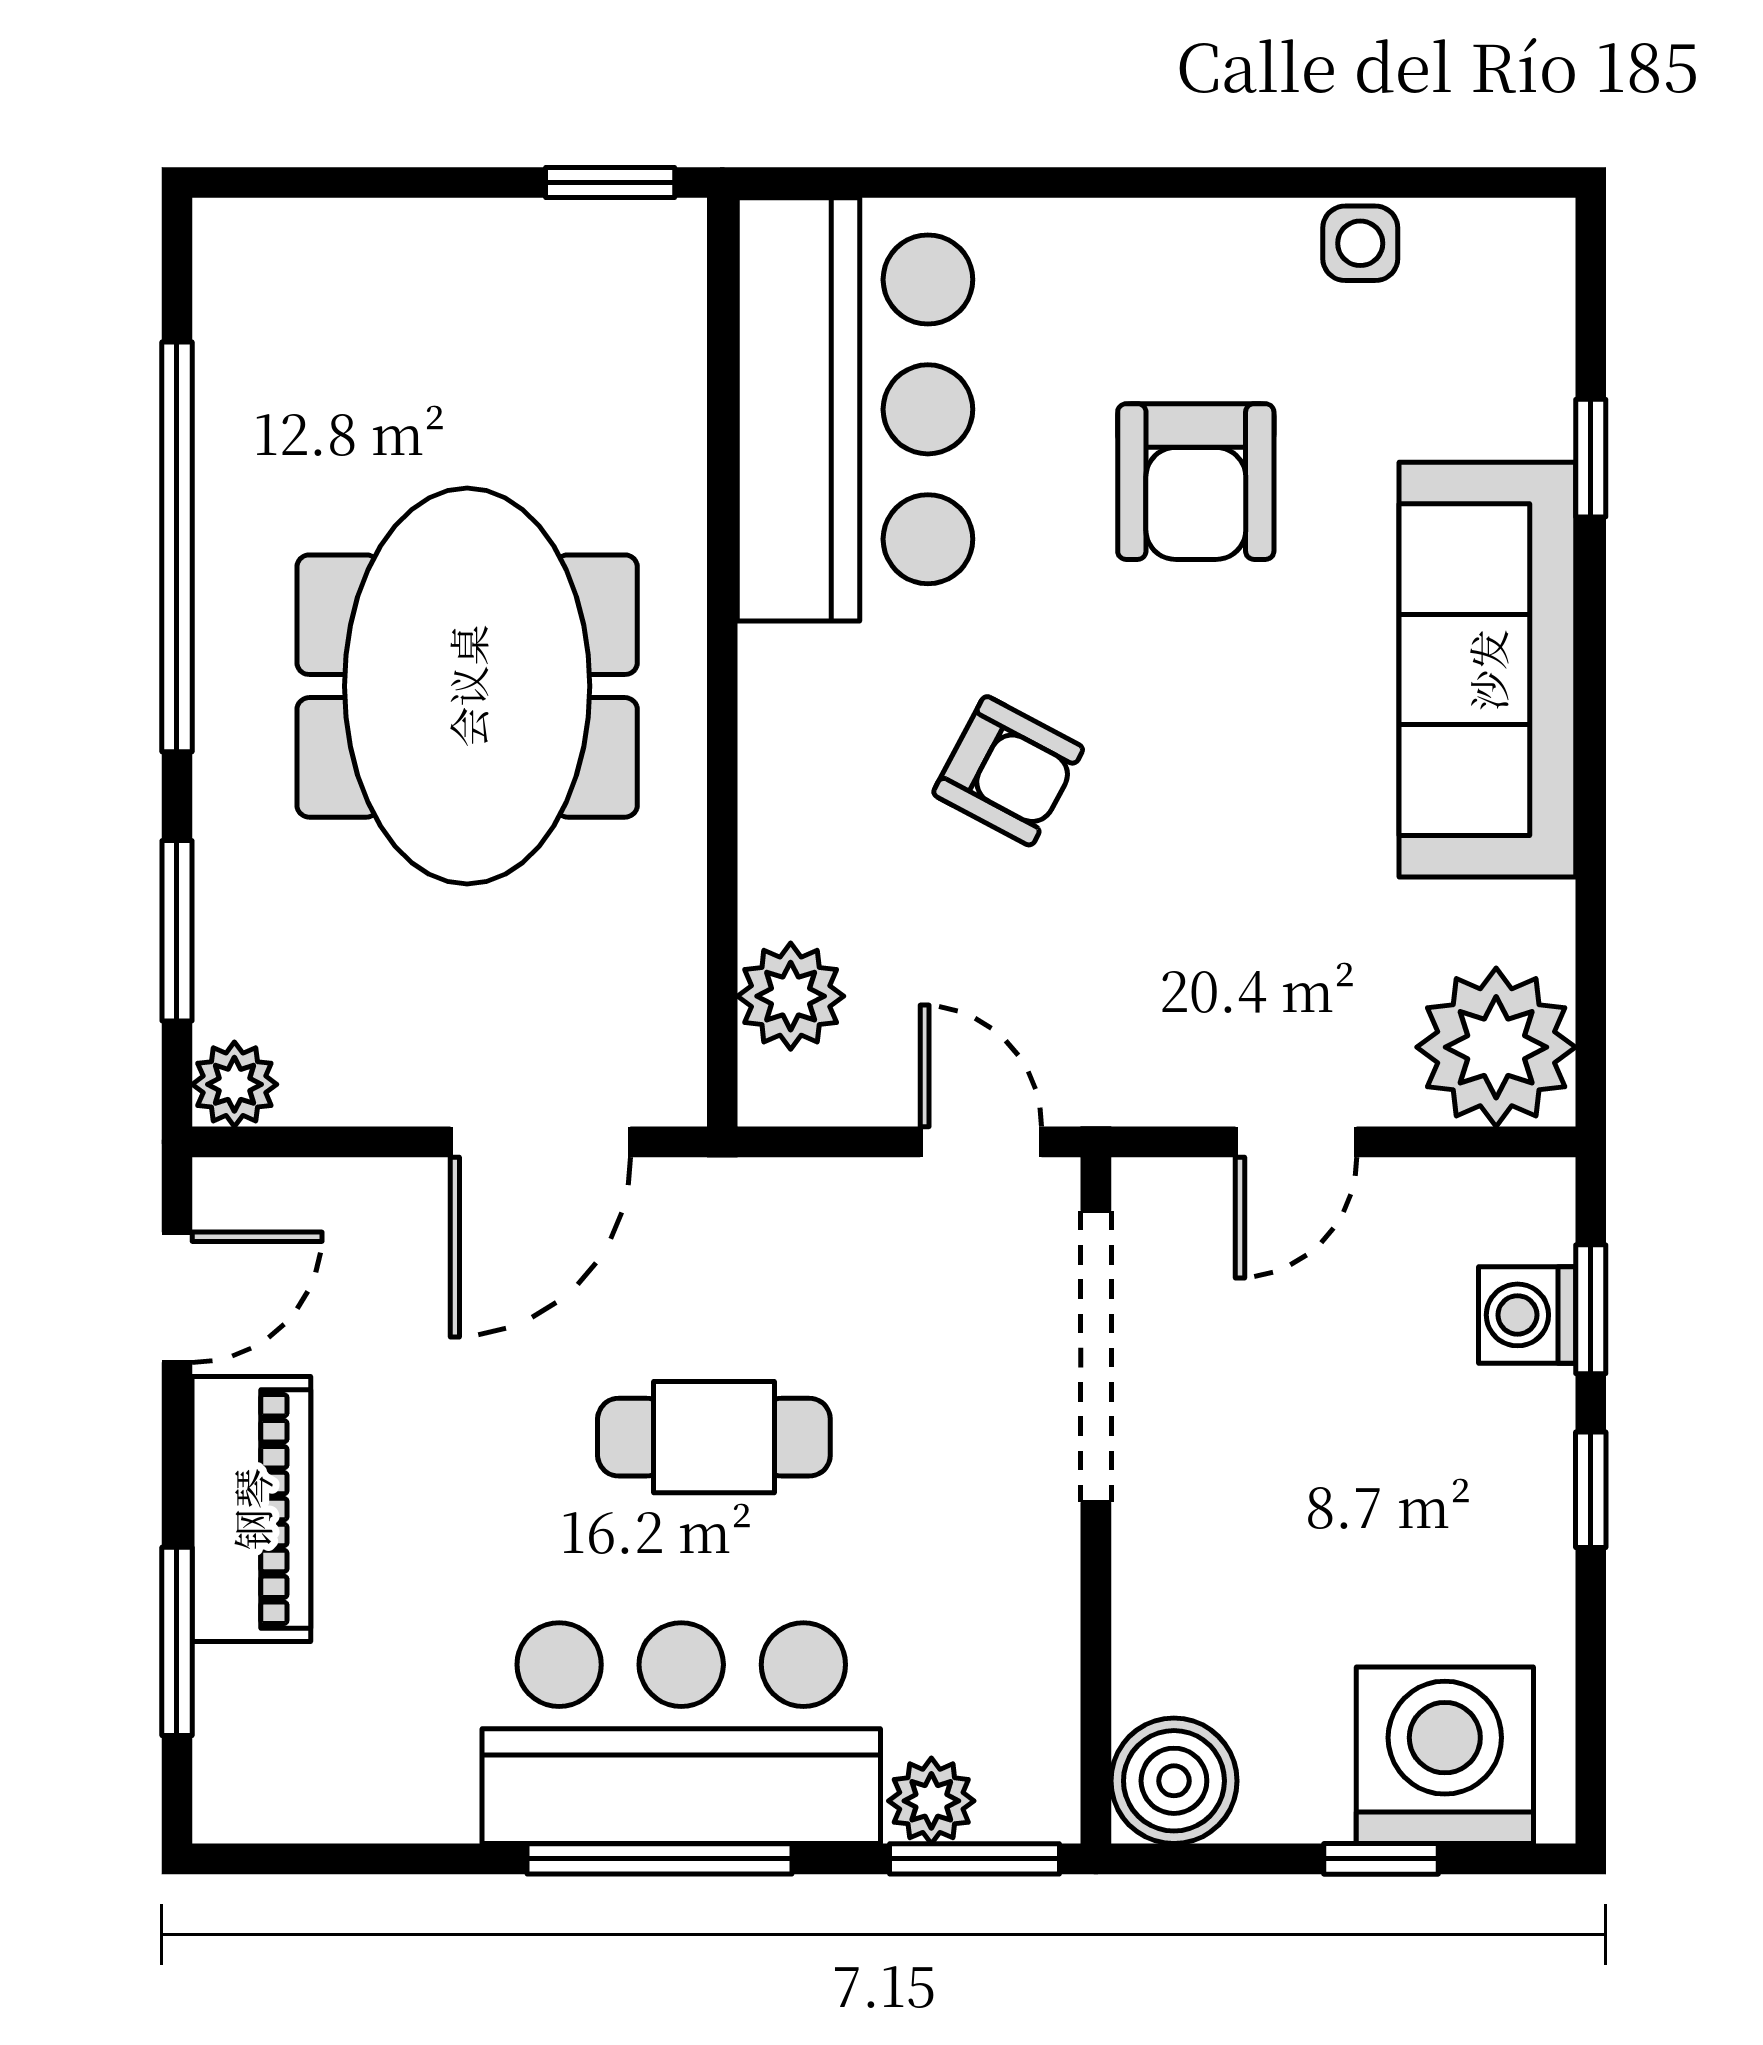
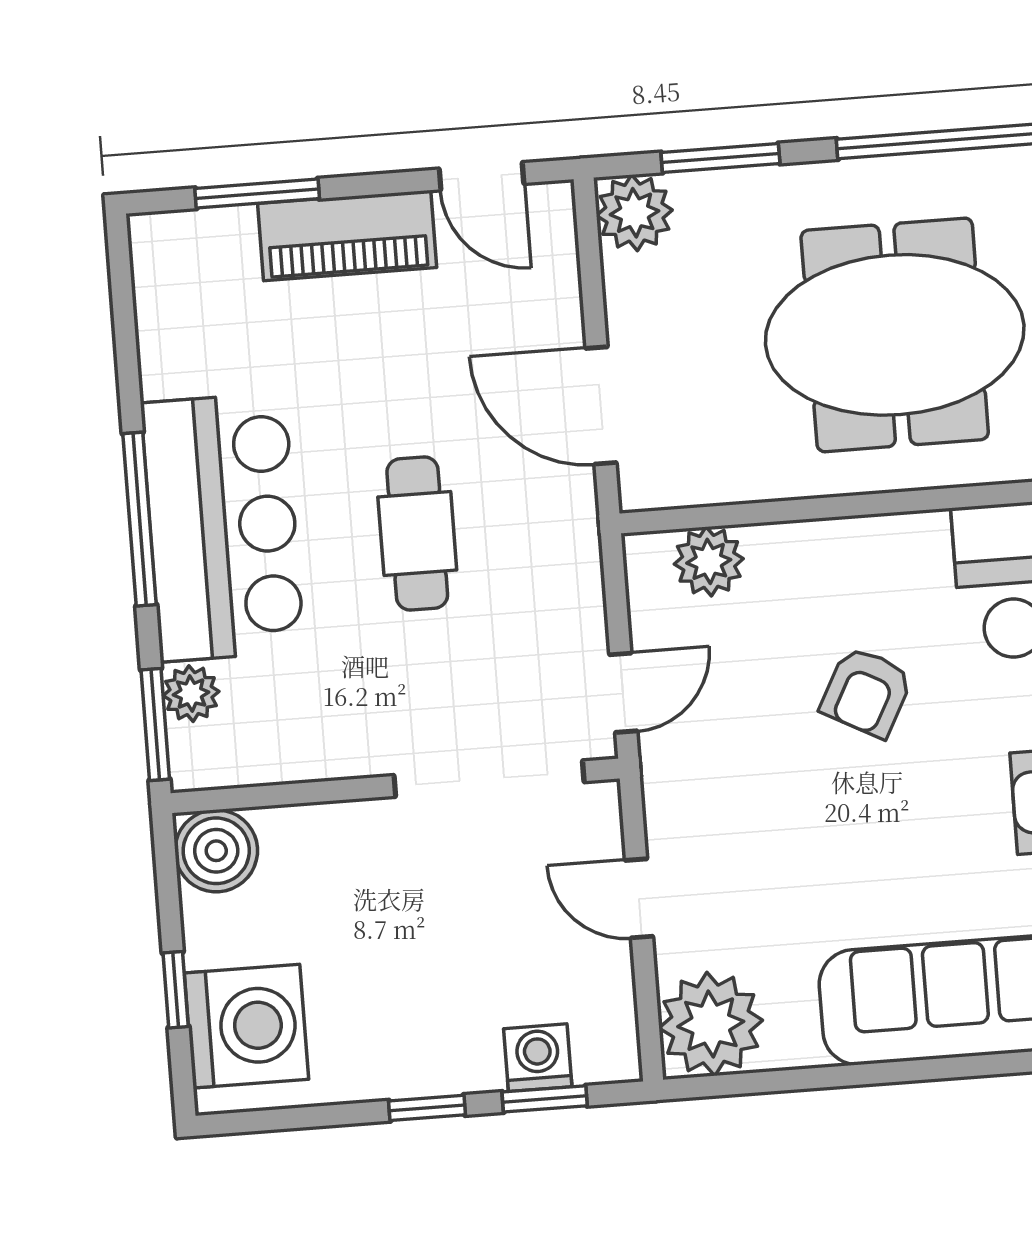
plant: (234, 1084) -> (634, 213), width x1.38, depth x1.38

